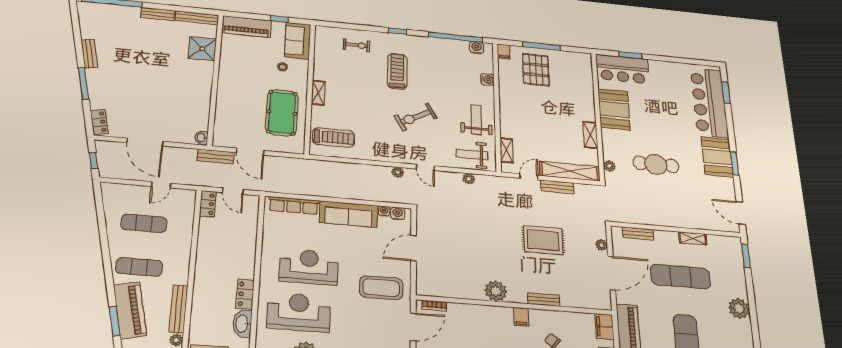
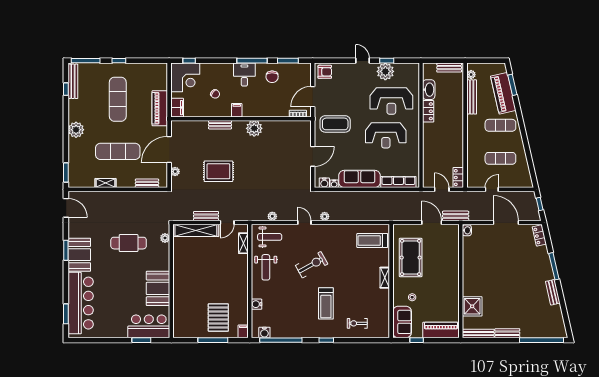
shelving: (590, 135) -> (178, 264), removed

